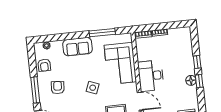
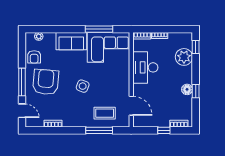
plant: (185, 50) -> (184, 57), added
window: (197, 62) -> (196, 47), moved
corner sofa: (120, 63) -> (108, 47), moved, turned -90
desk: (151, 76) -> (145, 67), moved
armchair: (58, 88) -> (46, 82), width x1.88, depth x1.88

